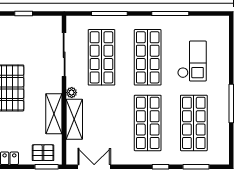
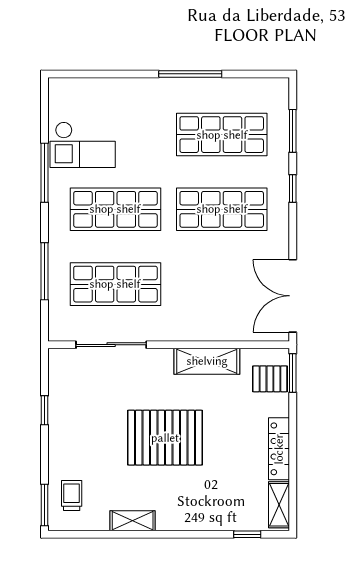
checkout: (192, 61) -> (83, 145), moved, turned 180
plant: (72, 93) -> (172, 333), removed
shelving: (74, 119) -> (216, 328), removed
pallet: (43, 153) -> (270, 379), turned 90
double door: (94, 167) -> (293, 296), width x1.37

